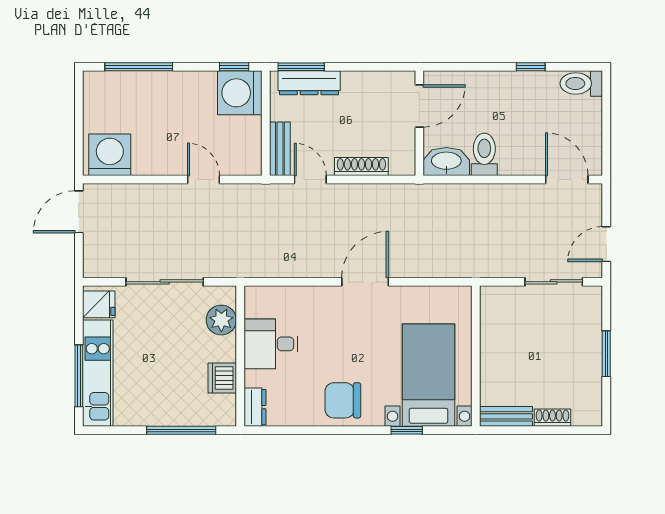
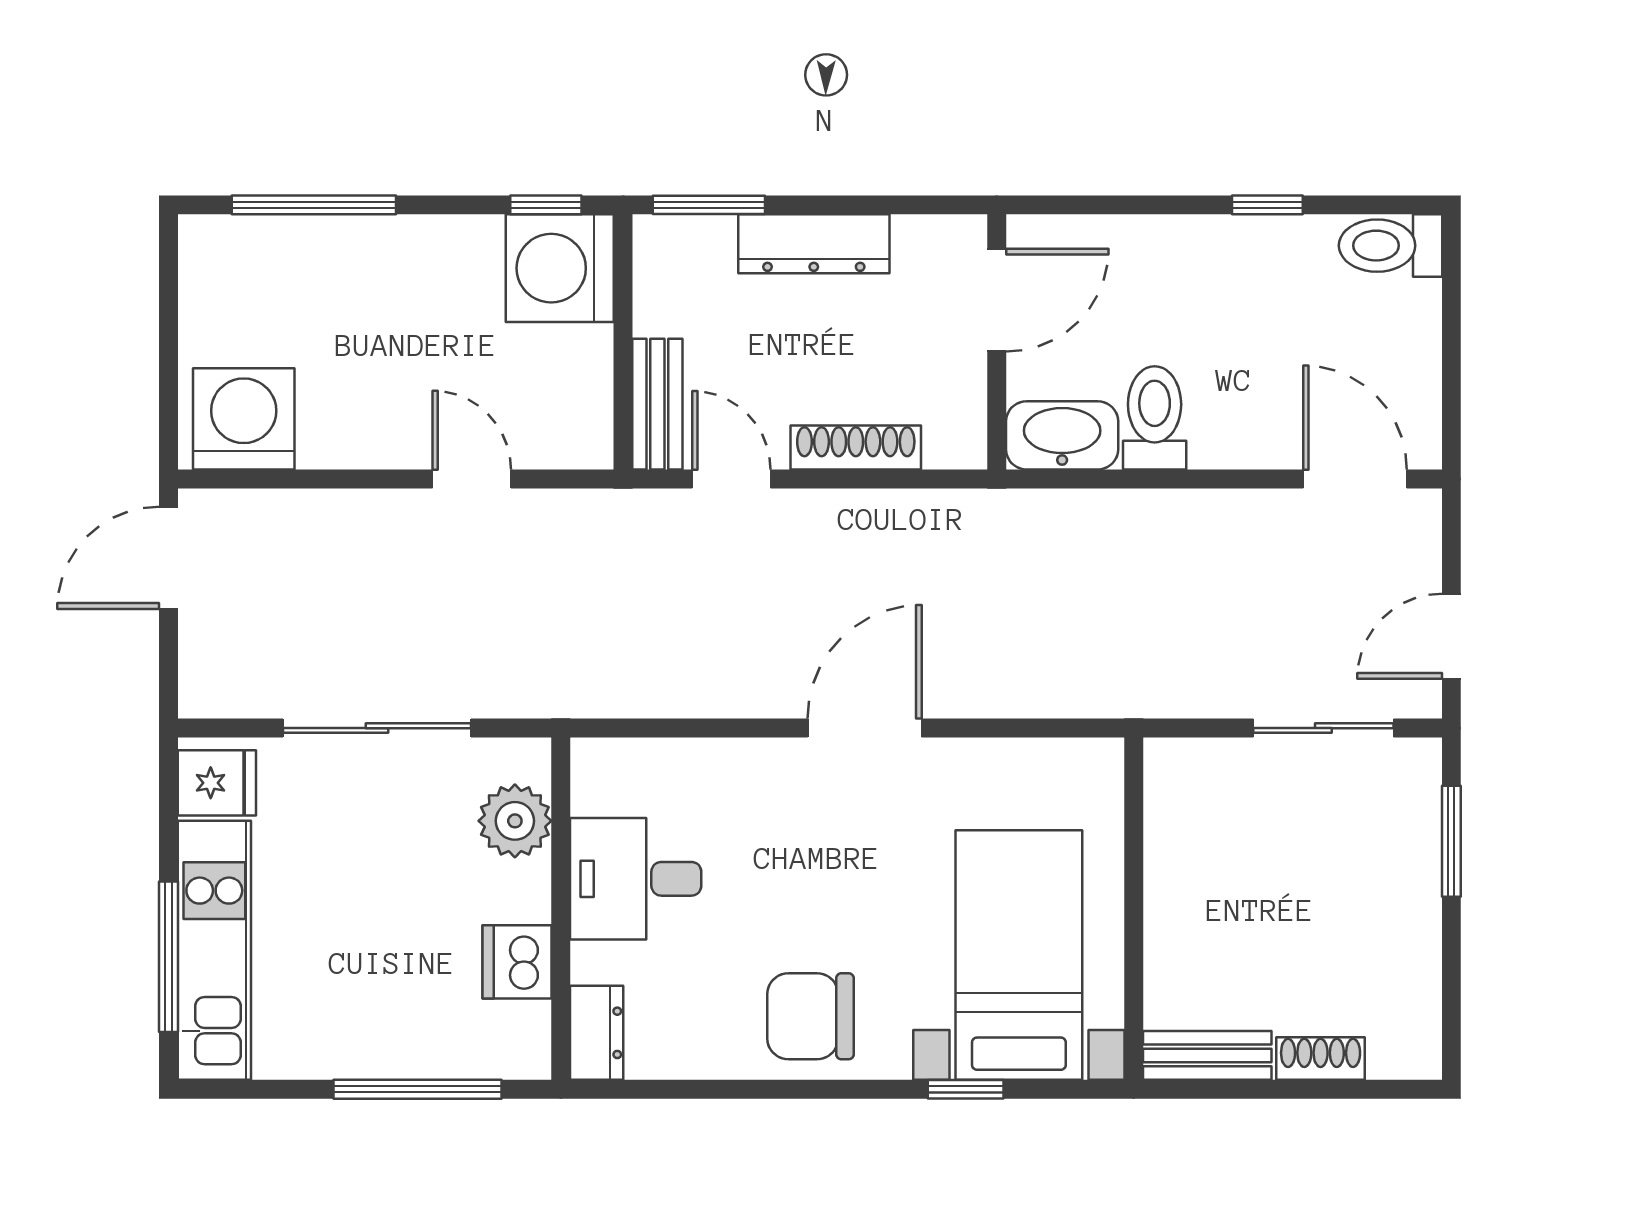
dresser: (309, 83) -> (814, 244), moved
window: (606, 354) -> (1451, 841), moved

